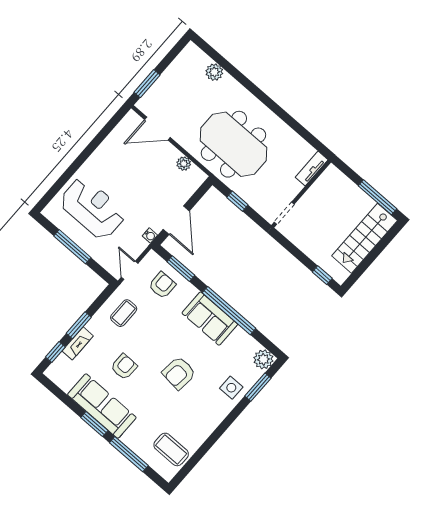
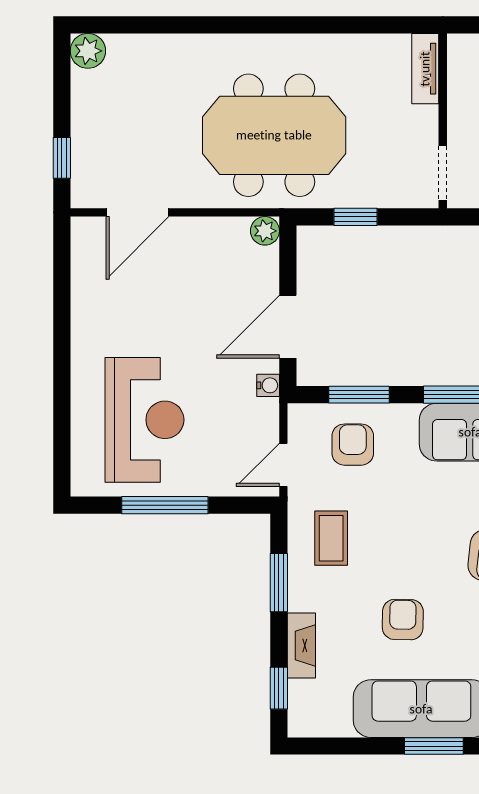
plant: (214, 72) -> (88, 51), moved
window: (147, 84) -> (62, 158), width x0.67
plant: (184, 164) -> (265, 231), moved
reception desk: (93, 208) -> (144, 420), turned 90
door: (176, 220) -> (288, 327), swing flipped
door: (130, 270) -> (283, 465), hinge flipped
window: (79, 325) -> (279, 583), moved

